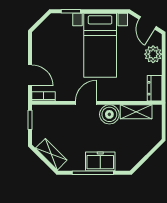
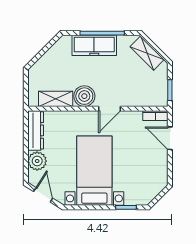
dresser: (155, 88) -> (36, 130), width x1.44
freezer: (100, 161) -> (94, 45), width x1.40

